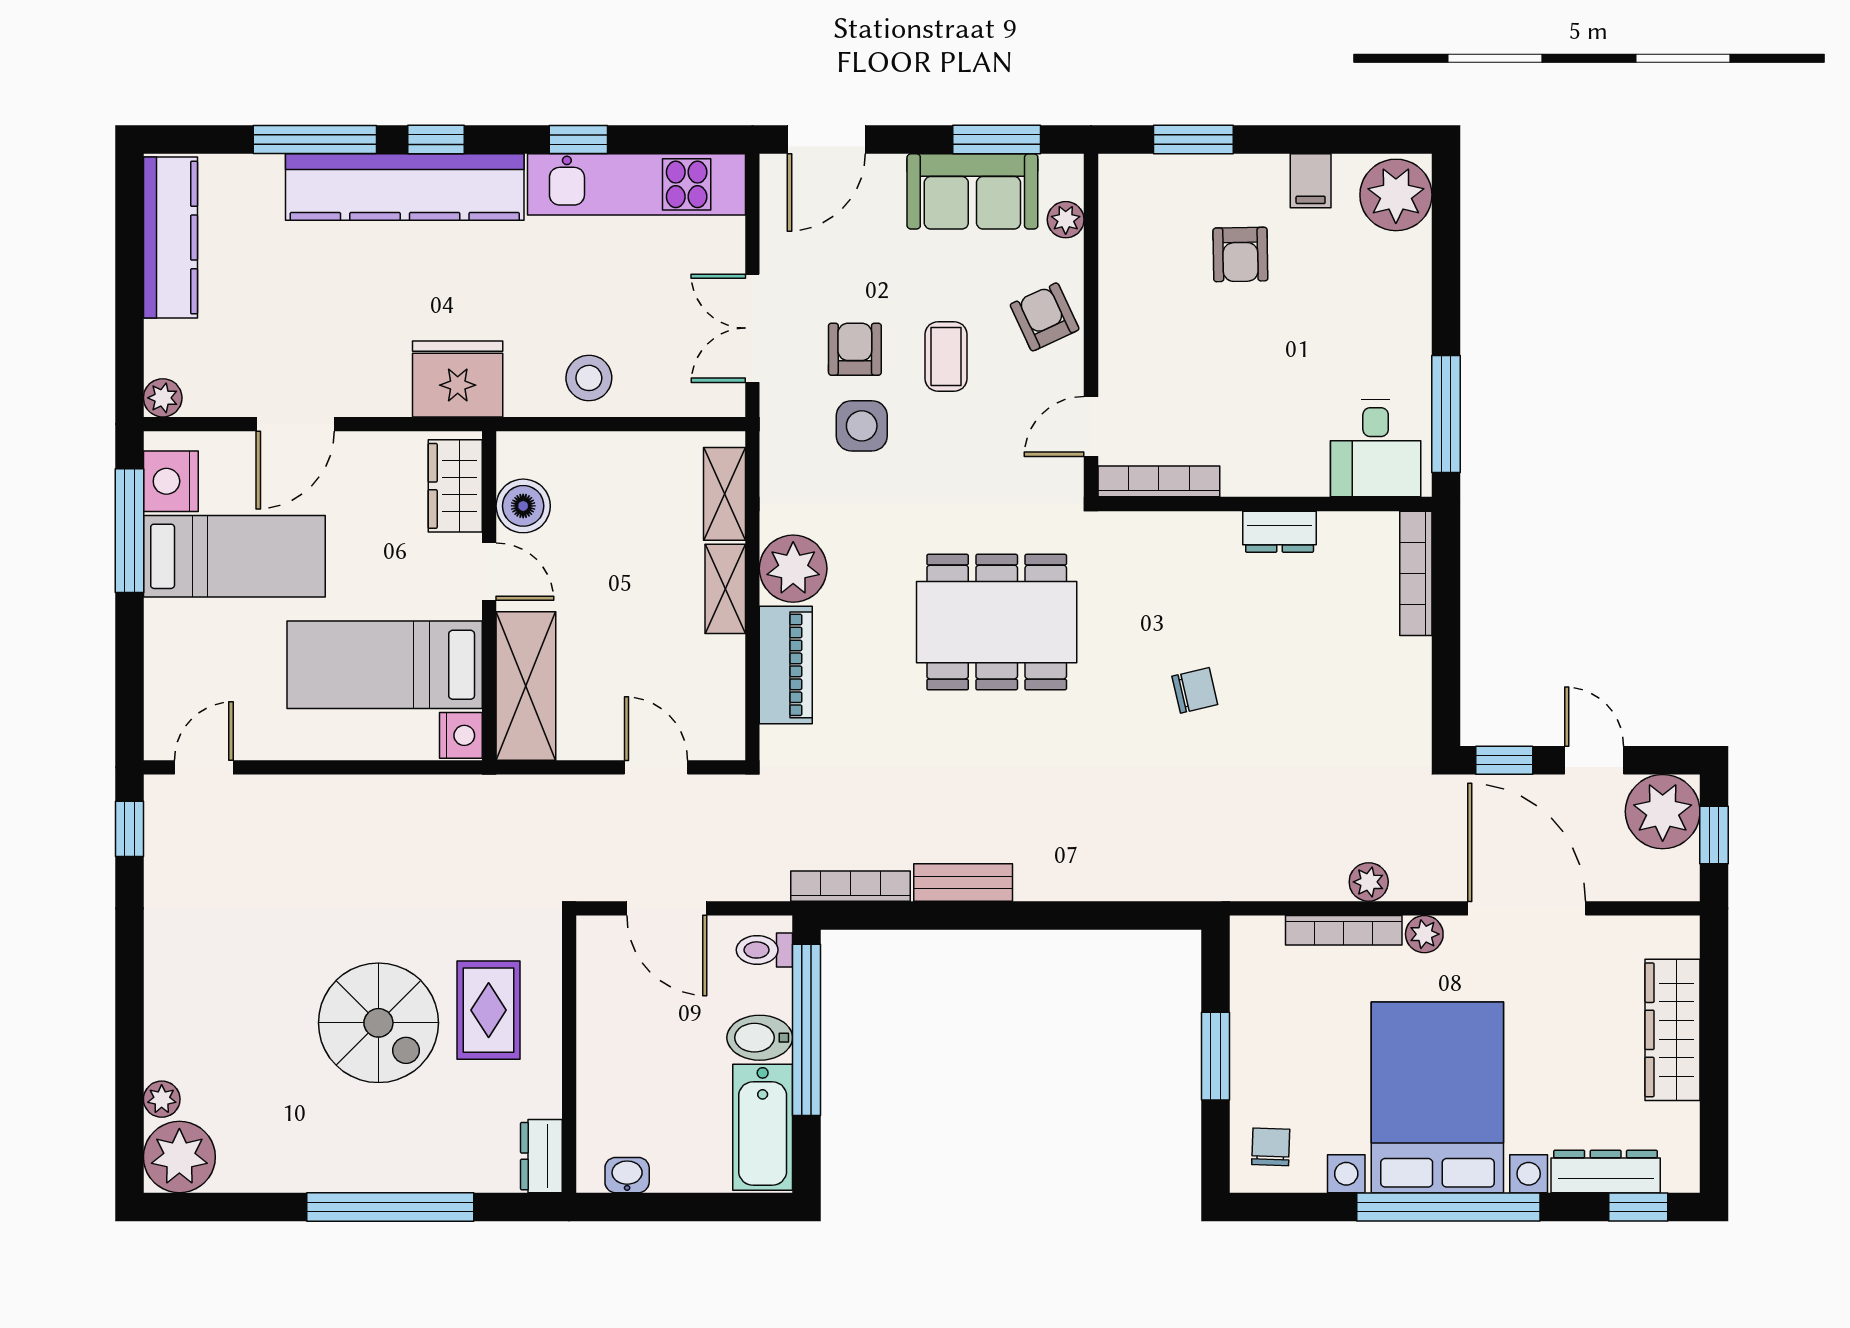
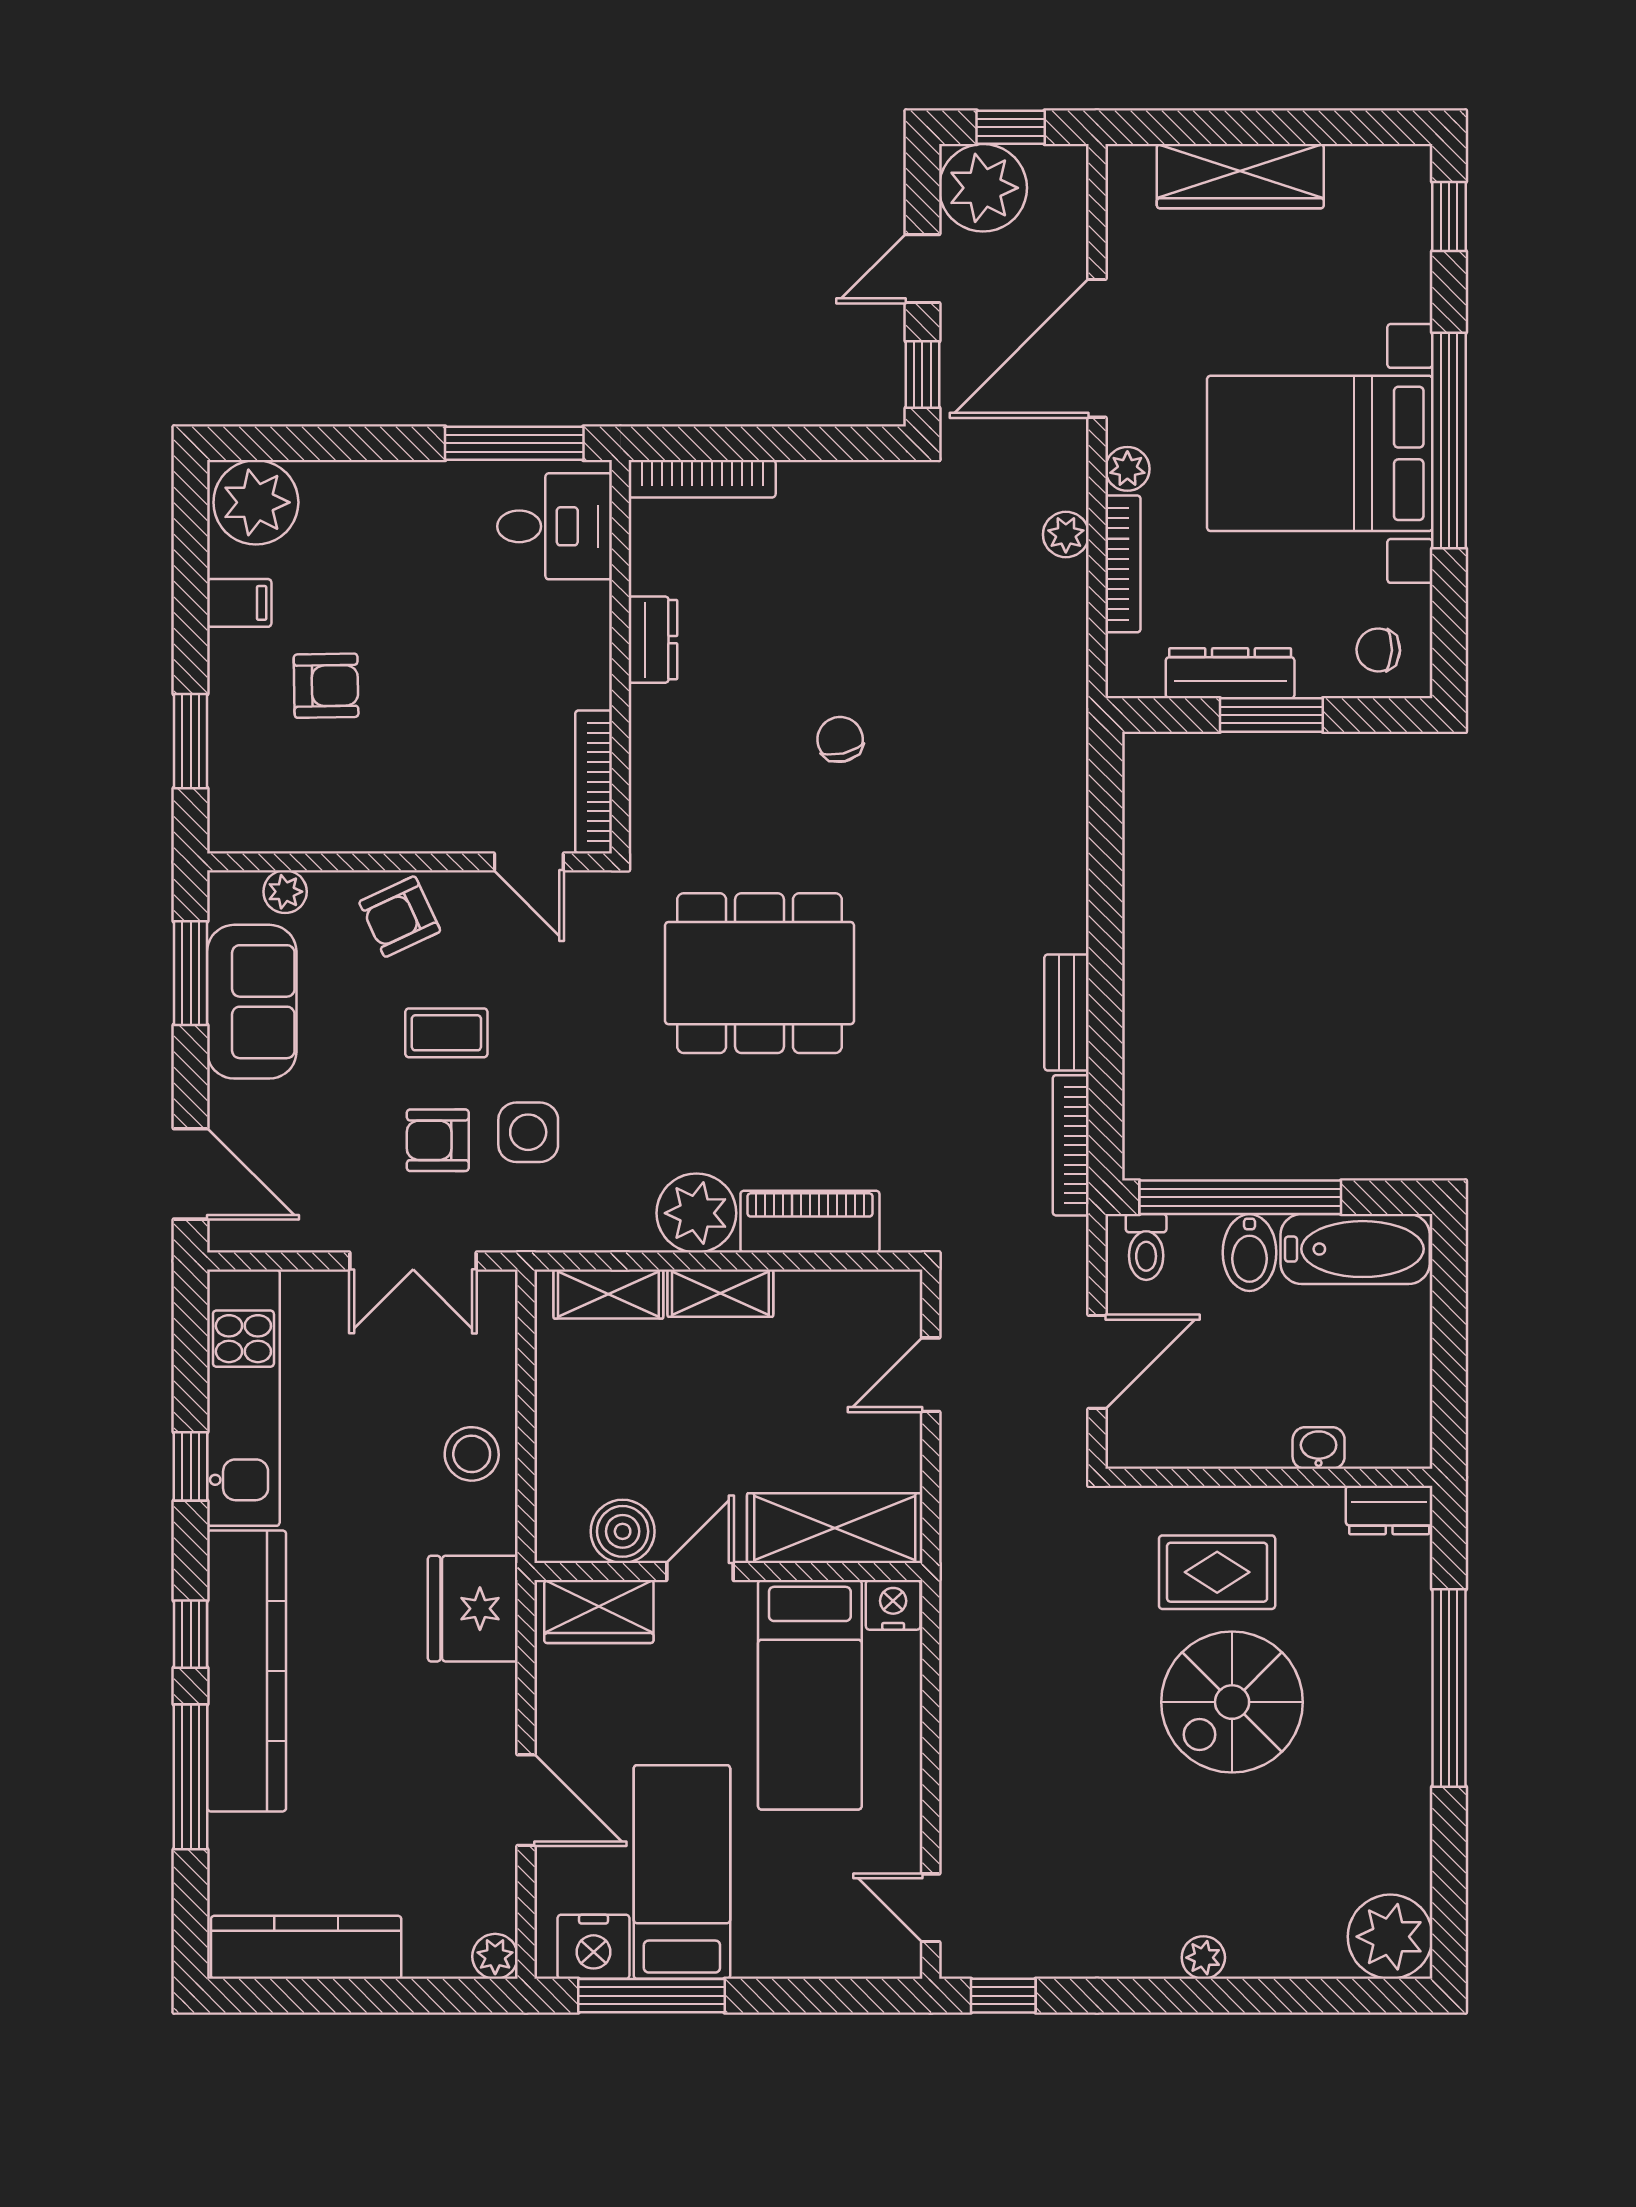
dining table: (997, 622) -> (760, 973), turned 90
spiral stairs: (378, 1023) -> (1232, 1702), turned 180
plant: (162, 1099) -> (1203, 1958), moved
dresser: (1606, 1172) -> (1230, 673), moved, turned 90
washbasin: (627, 1175) -> (1319, 1448), moved, turned 90

